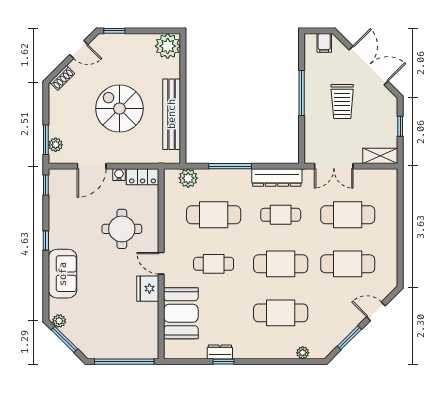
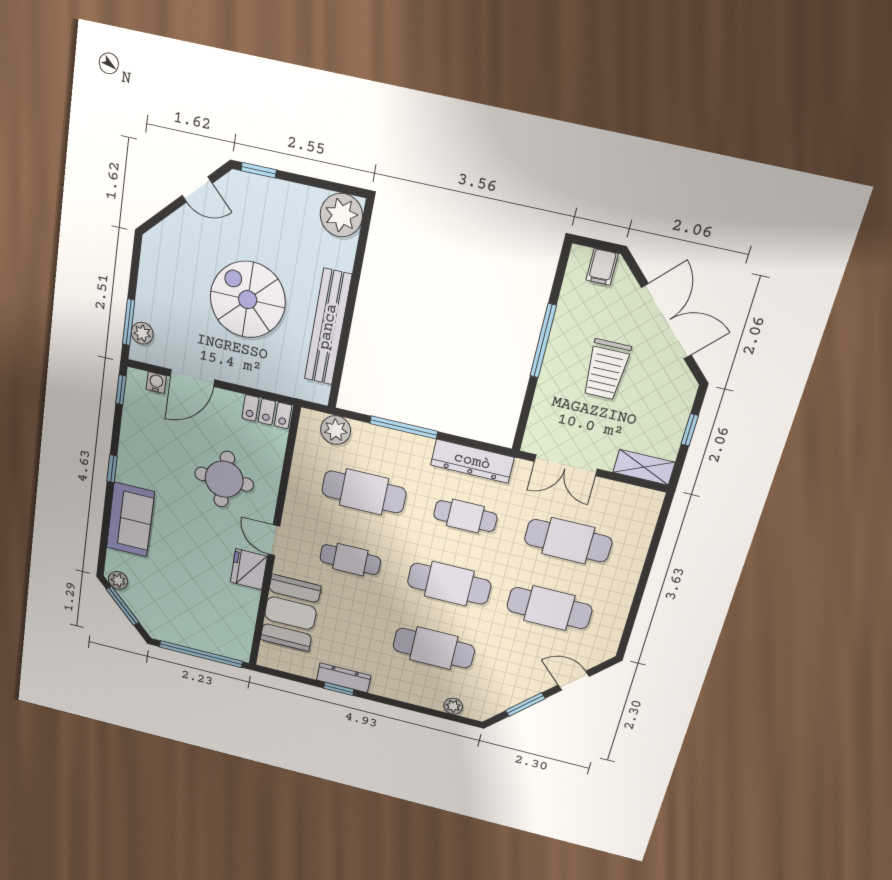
shoe rack: (62, 78) -> (165, 231), removed
water cooler: (119, 175) -> (156, 383), moved
dresser: (220, 352) -> (344, 678), width x1.44

